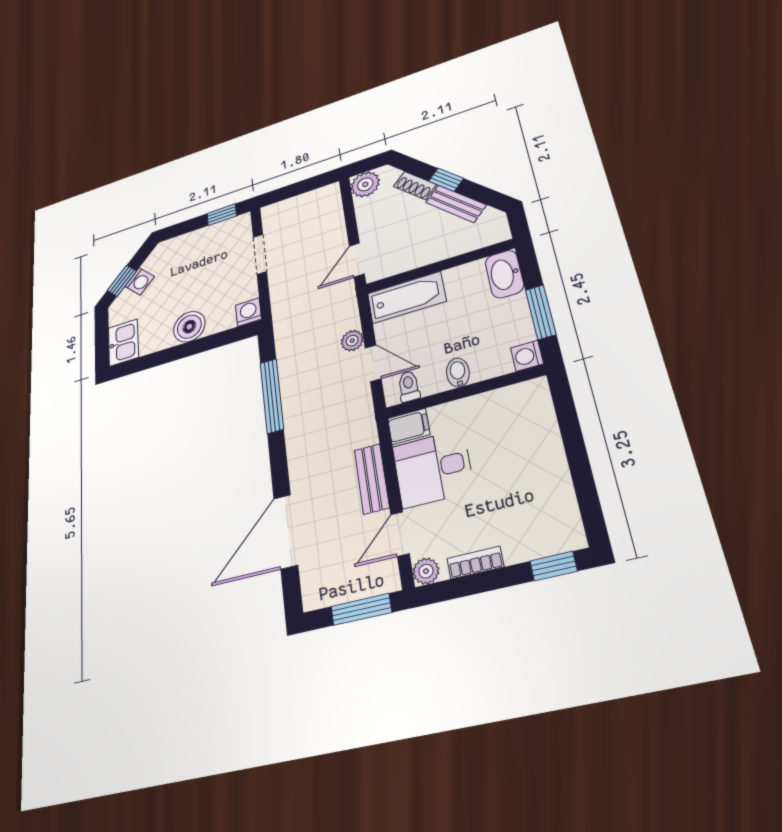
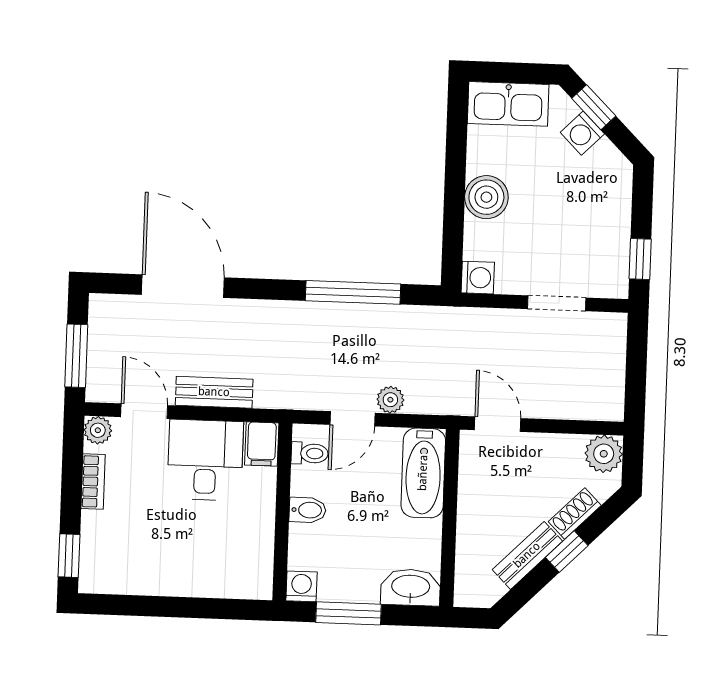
kitchen sink: (123, 343) -> (508, 104), width x1.38

